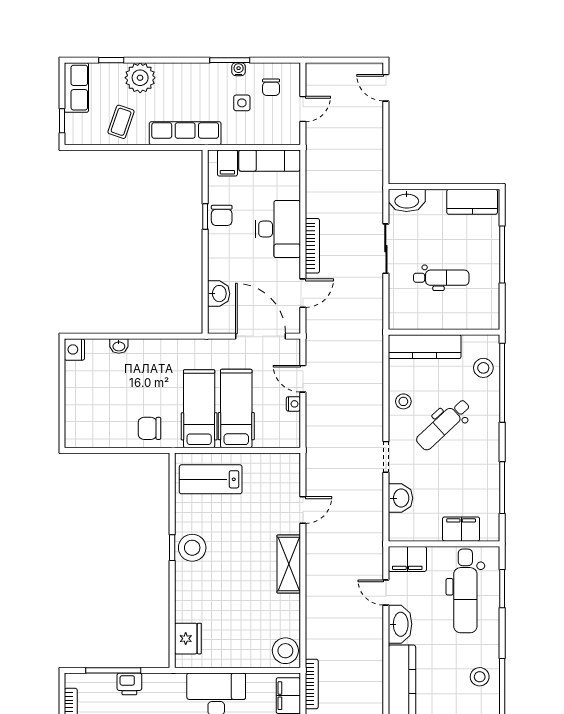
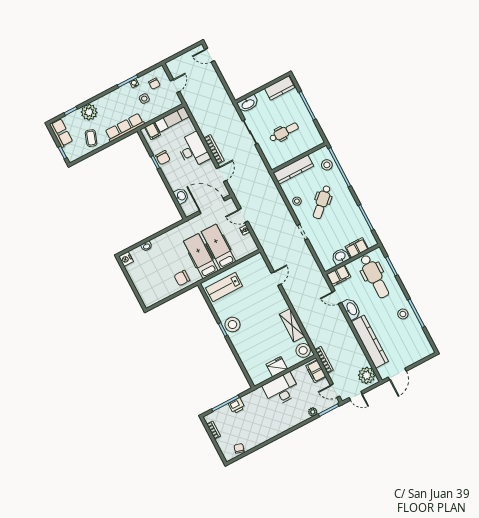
washbasin: (400, 498) -> (340, 257), moved, turned -90
shelving: (289, 564) -> (292, 325), moved
fridge: (188, 639) -> (277, 367), moved, turned -90

